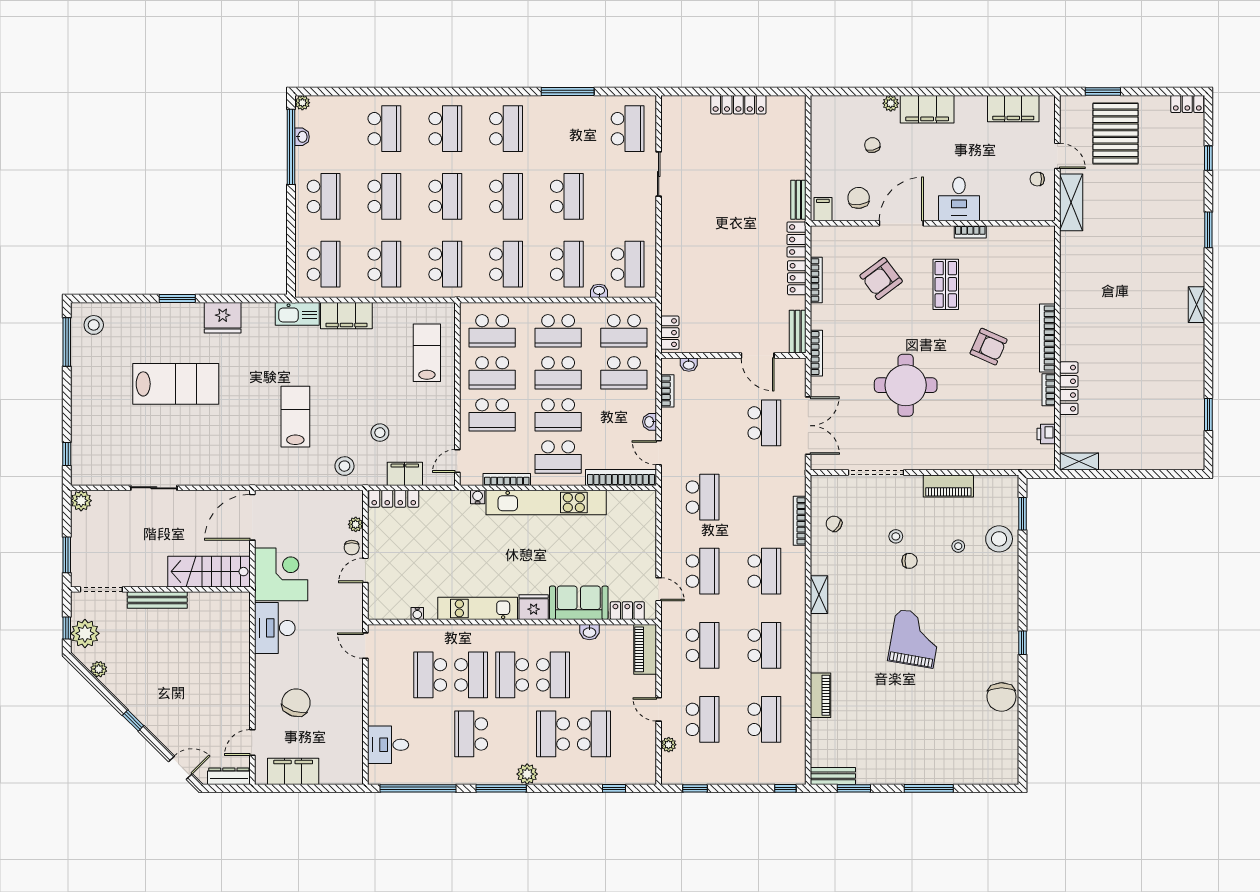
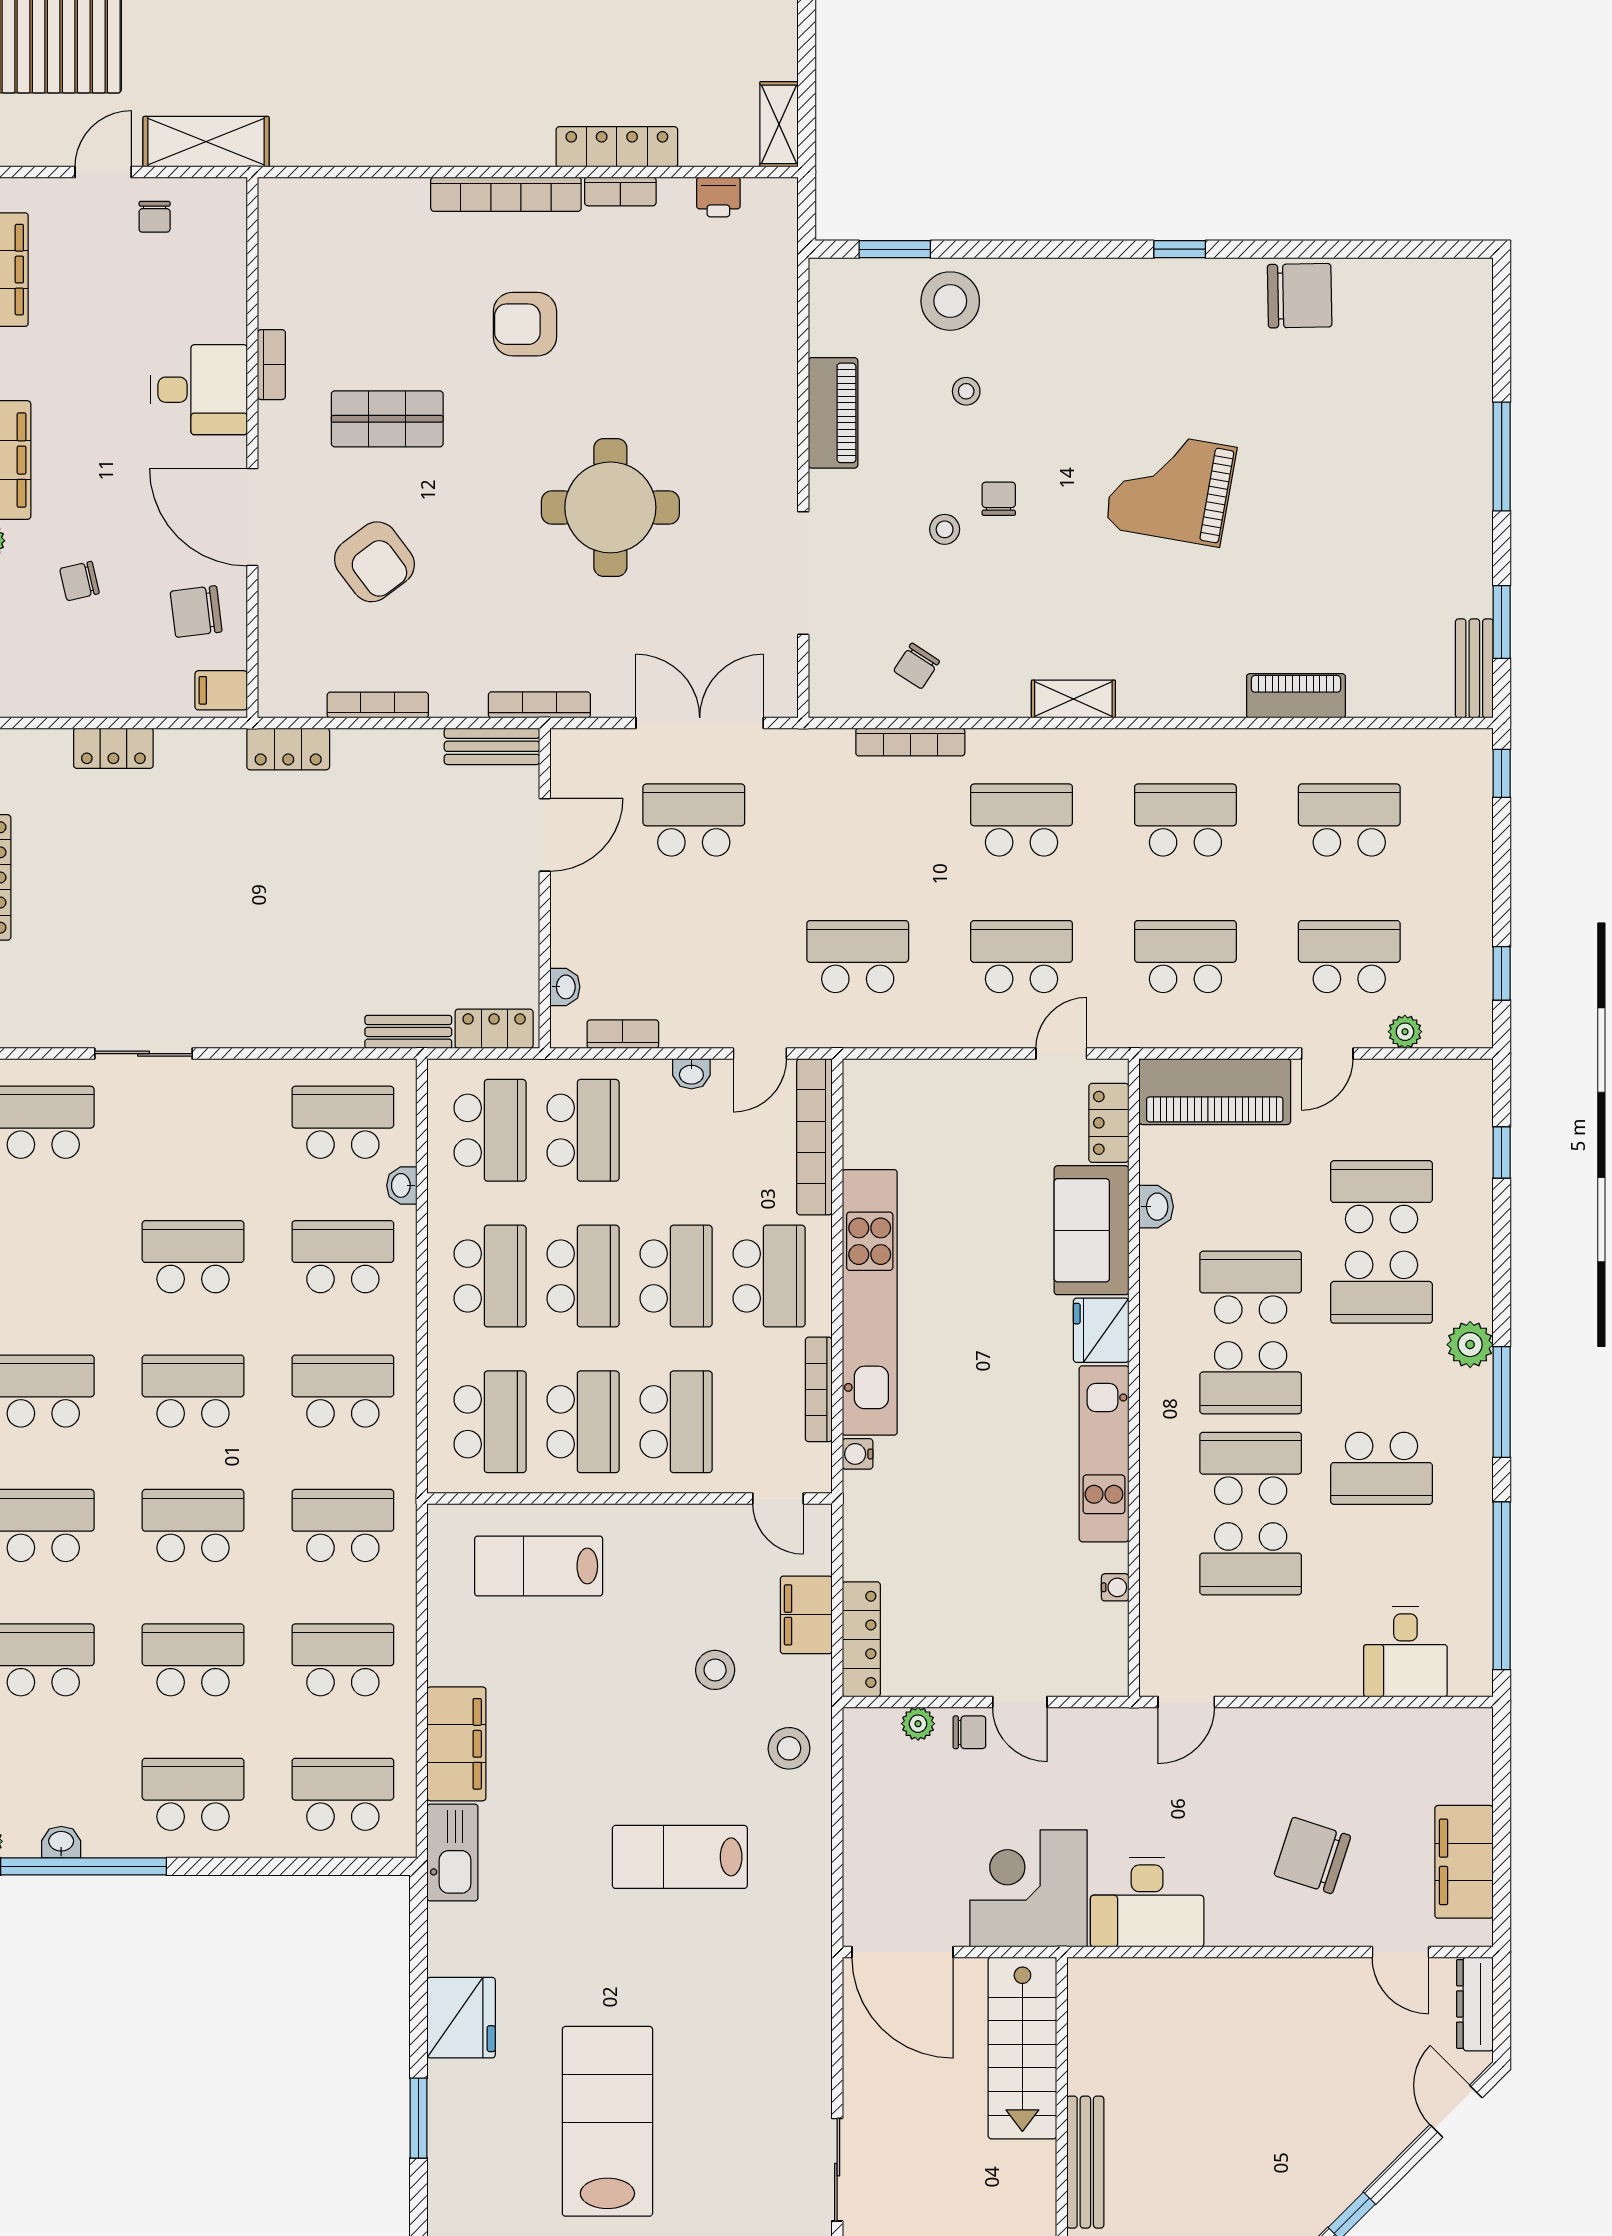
bench: (798, 200) -> (408, 1032), moved
locker: (797, 278) -> (113, 748), moved
armchair: (989, 347) -> (525, 324), turned -114
piano: (645, 649) -> (1215, 1092), width x1.37, depth x1.33

